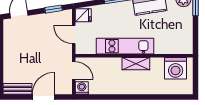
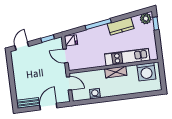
kitchen unit: (125, 46) -> (127, 57), moved
washing machine: (82, 88) -> (95, 94), moved

